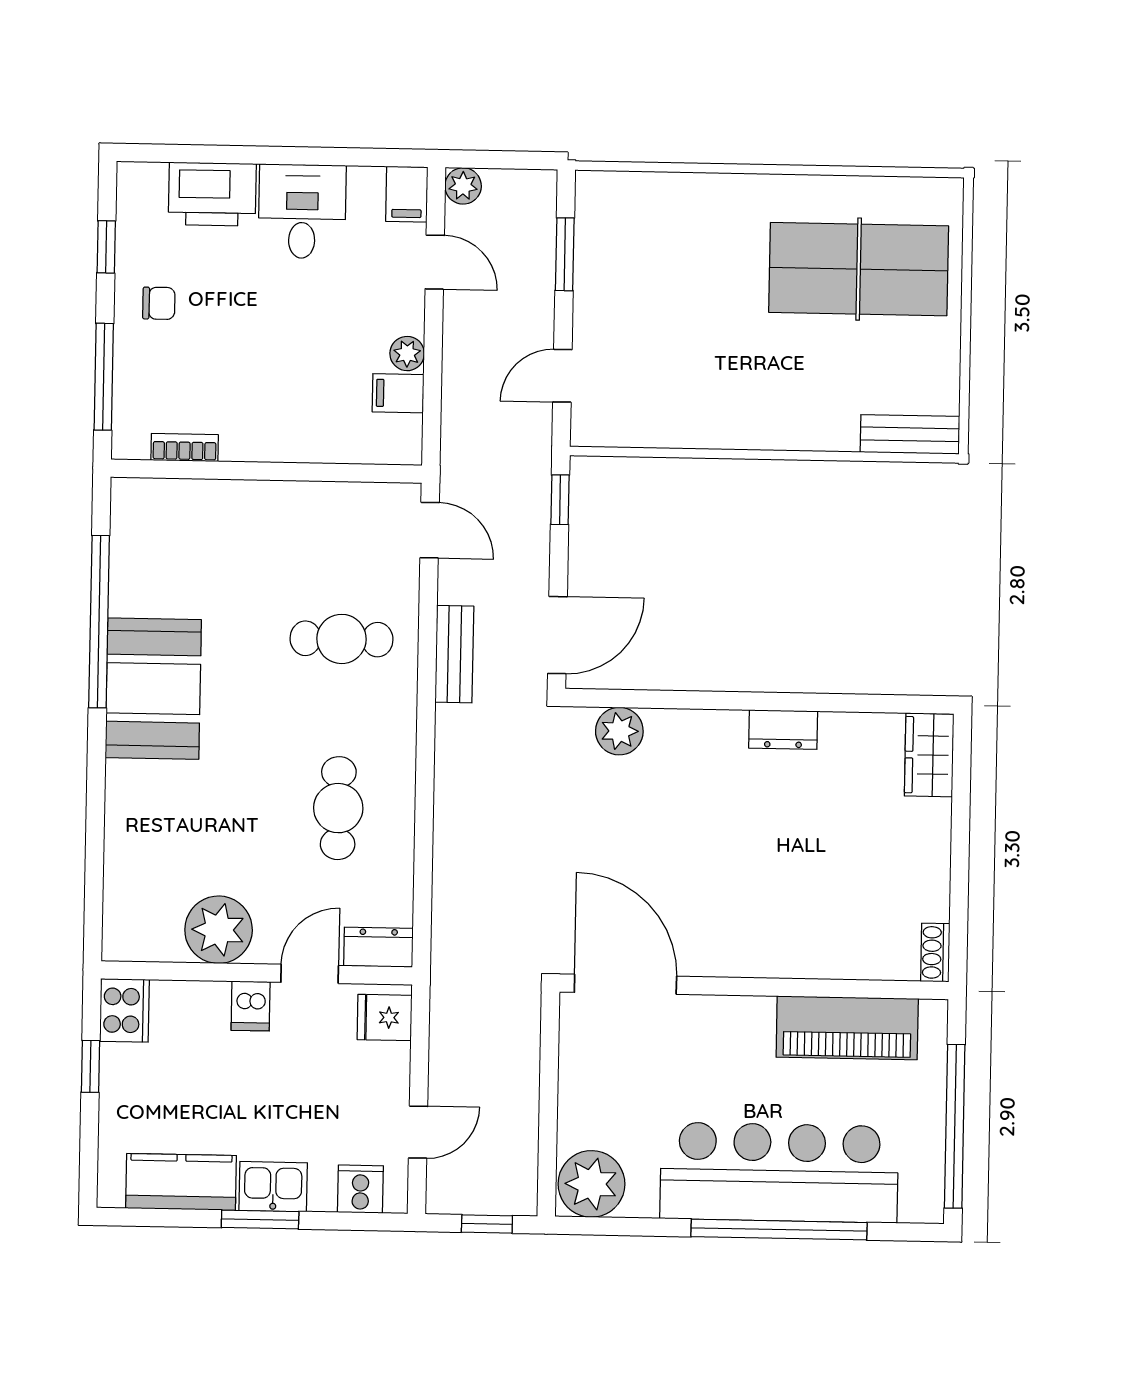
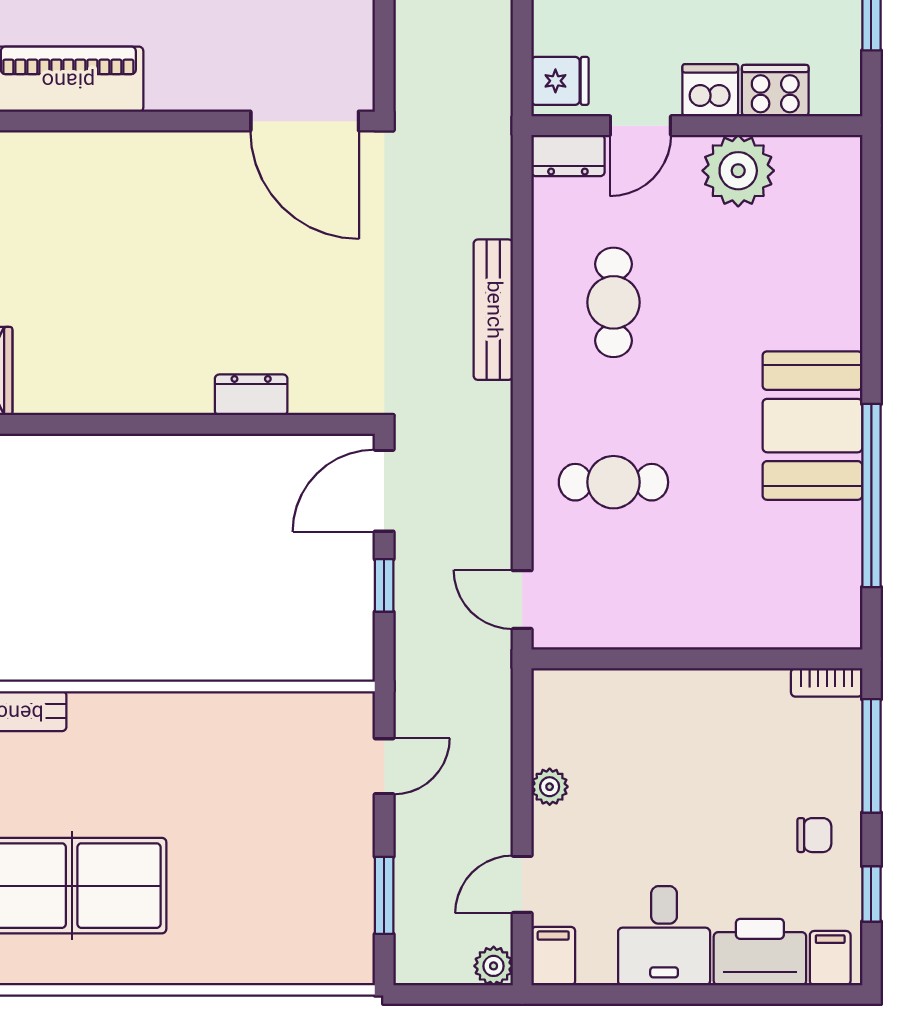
door: (435, 262) -> (522, 884), hinge flipped
chair: (159, 303) -> (814, 835), turned 180
filing cabinet: (398, 393) -> (830, 958), moved, turned -90
bookcase: (185, 448) -> (827, 682), moved
window: (560, 500) -> (384, 585), moved
bench: (454, 654) -> (493, 310), moved, width x1.36
dresser: (783, 730) -> (251, 395), moved
plant: (619, 731) -> (316, 390), removed
dishwasher: (251, 1006) -> (710, 90), width x1.38
cooker: (124, 1010) -> (775, 91), moved, turned 90

